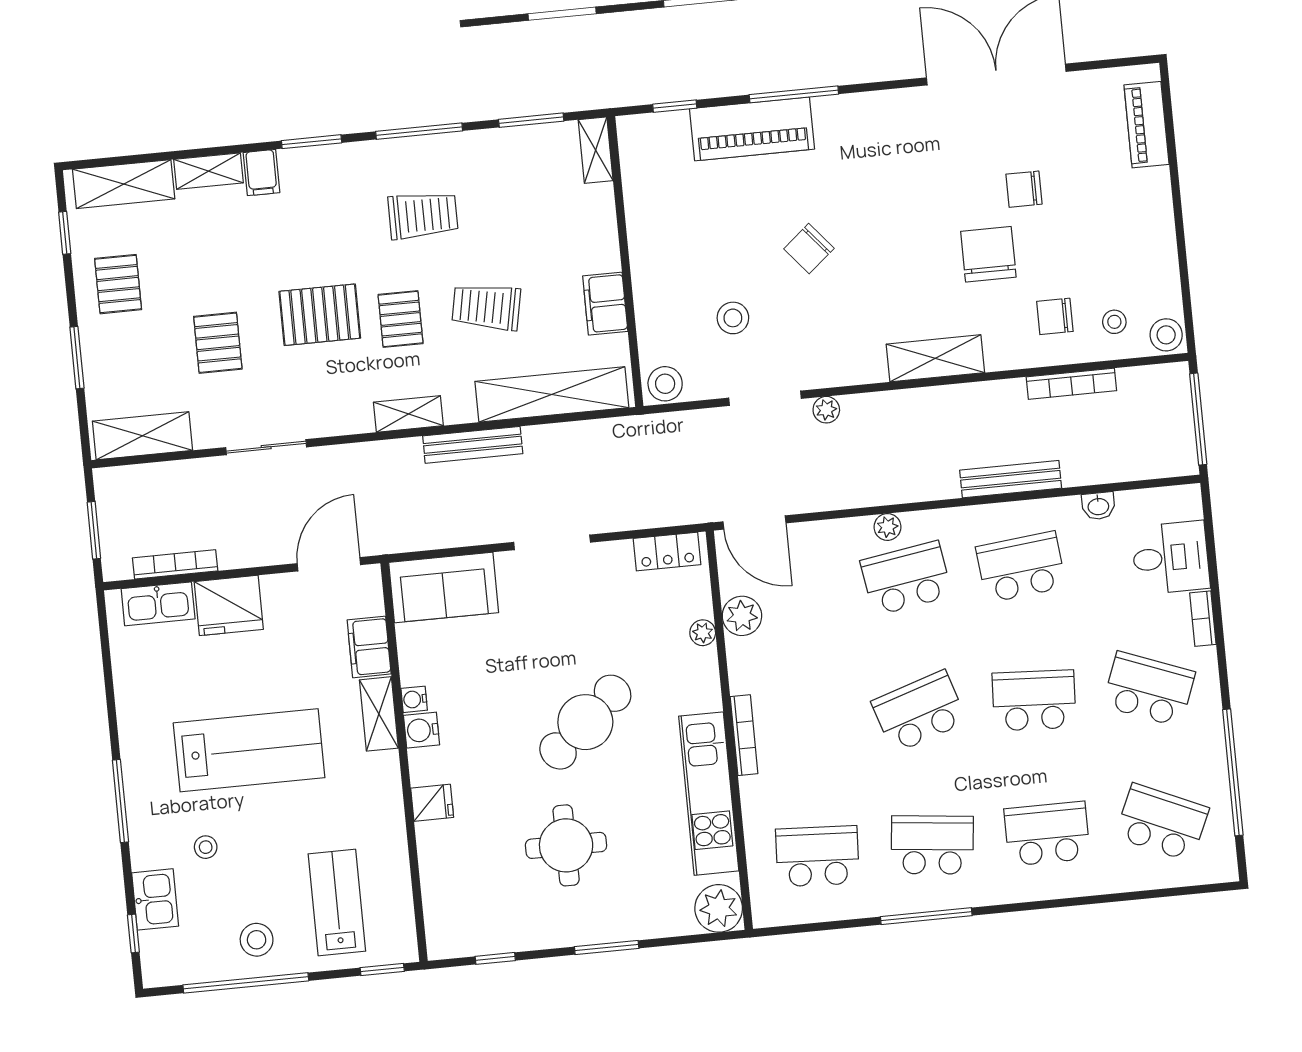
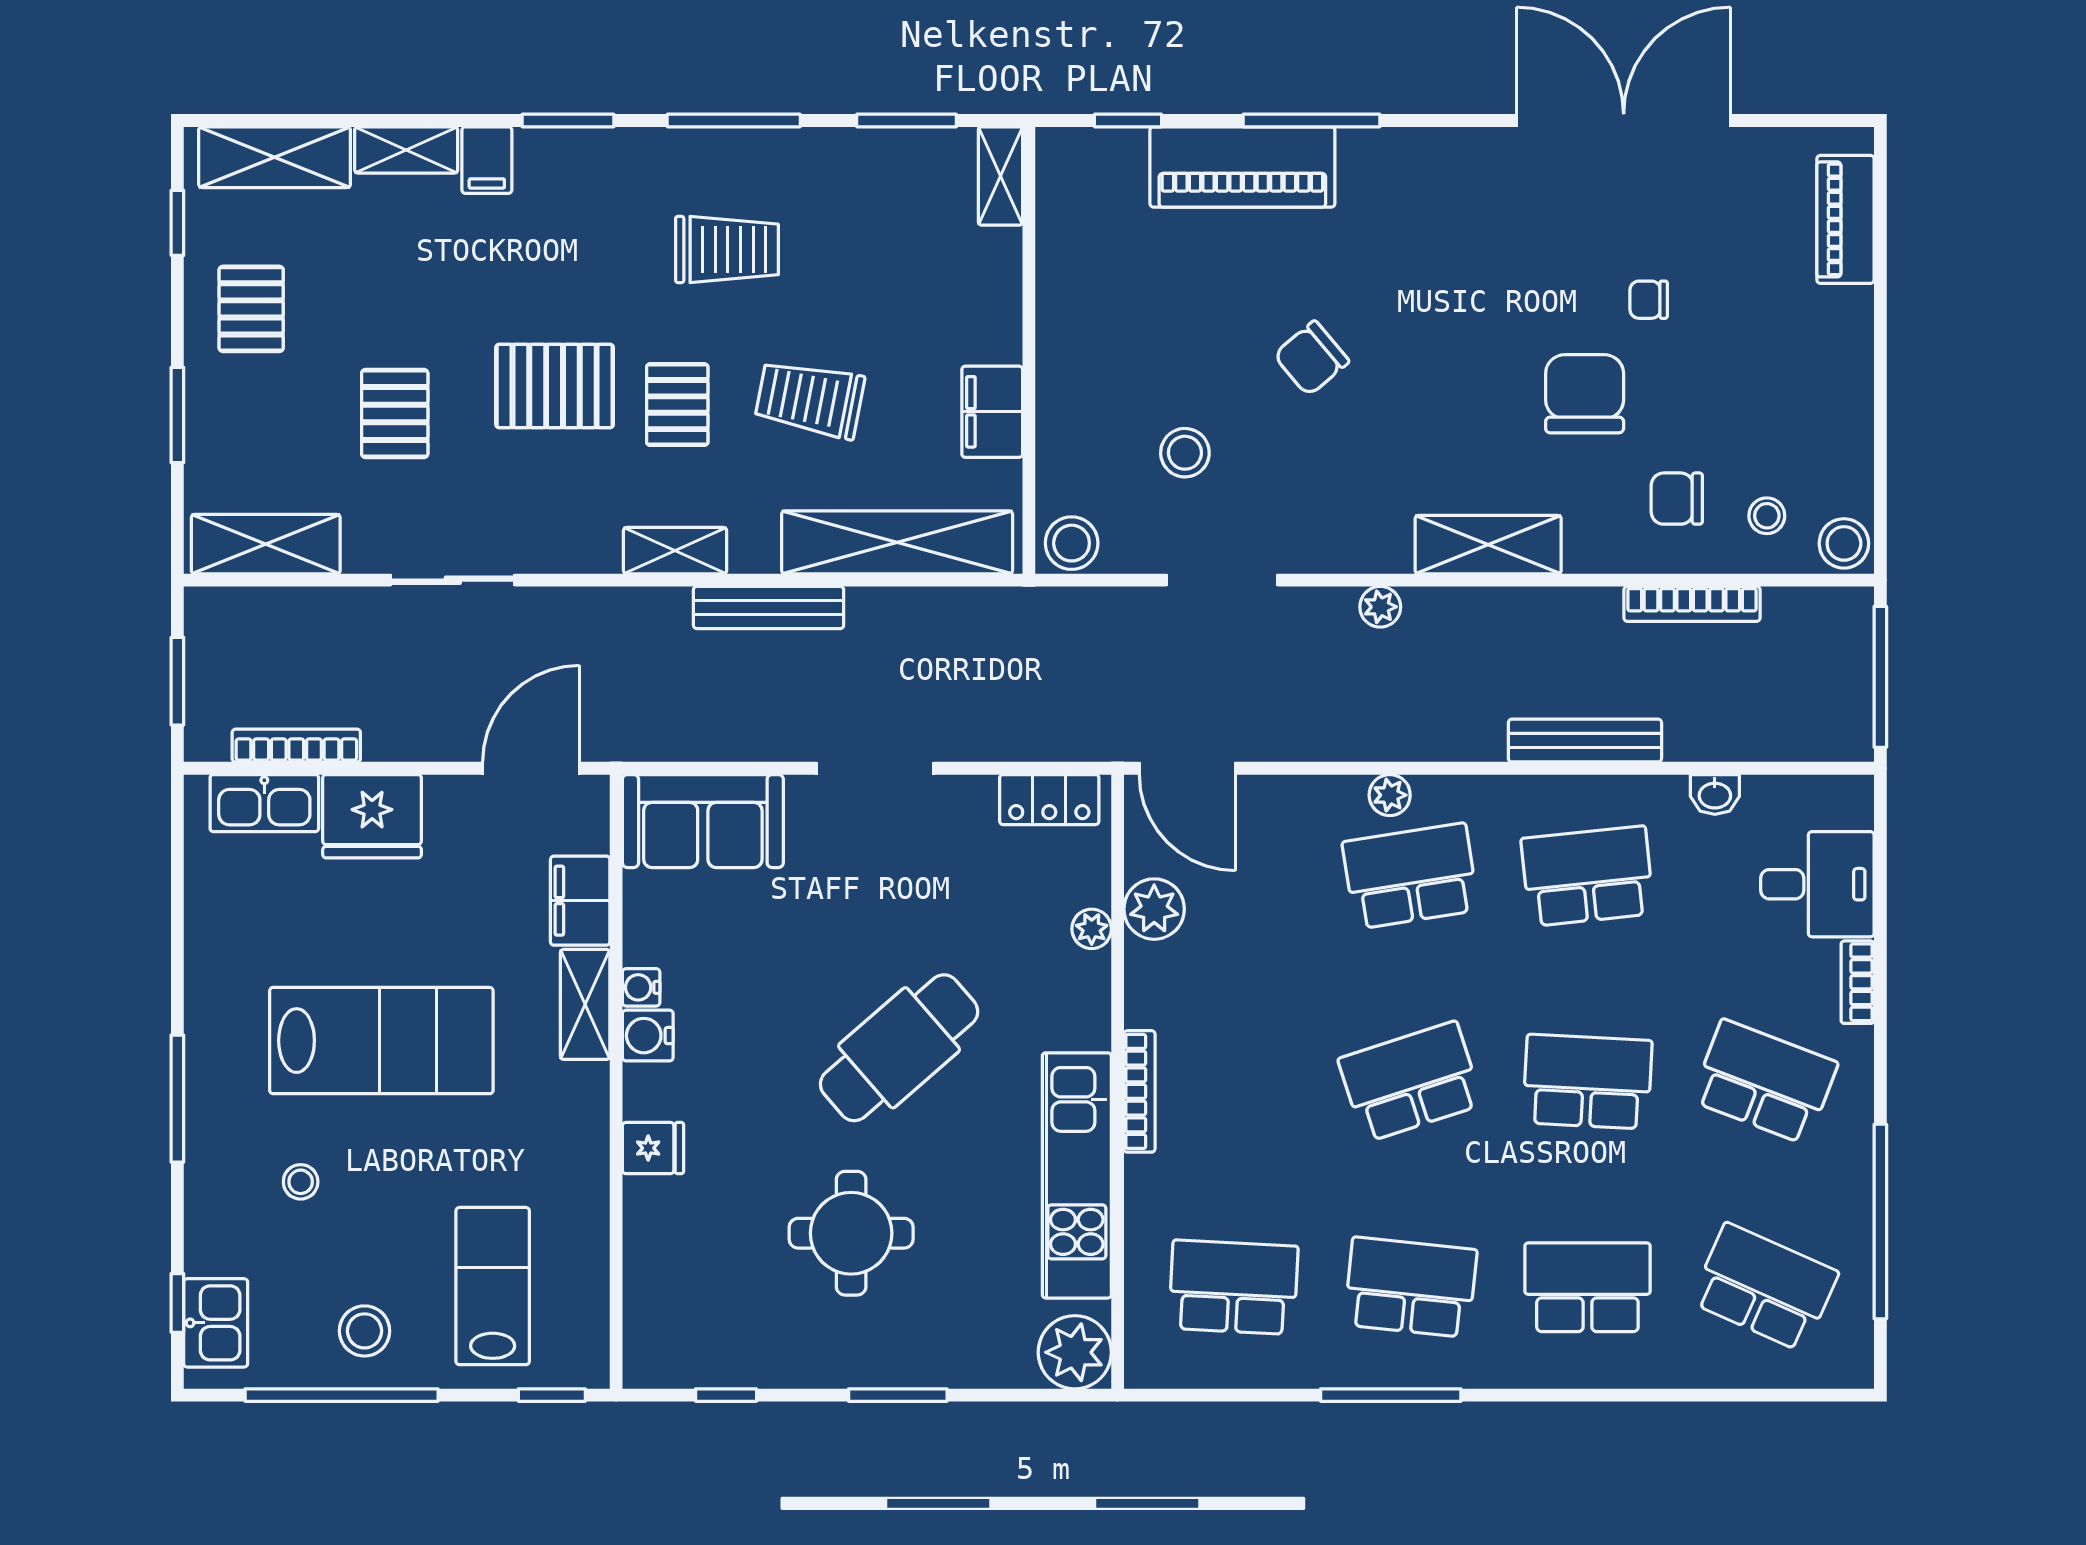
chair: (1024, 189) -> (1649, 300), width x0.73, depth x0.73
plant: (826, 410) -> (1380, 607), moved
kitchen sink: (155, 899) -> (216, 1323), moved

